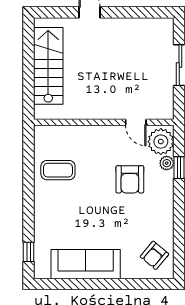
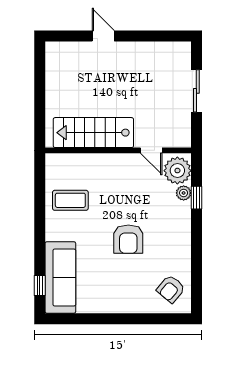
stairs: (48, 66) -> (93, 133), moved, turned -90
armchair: (130, 179) -> (128, 239), moved
sofa: (86, 264) -> (60, 277), moved, turned 90

